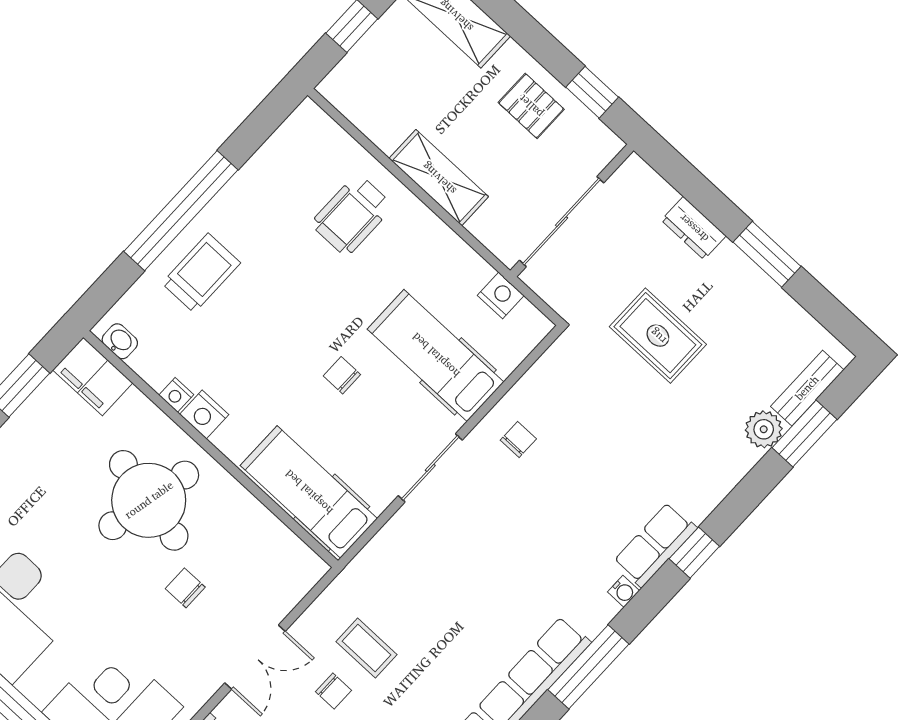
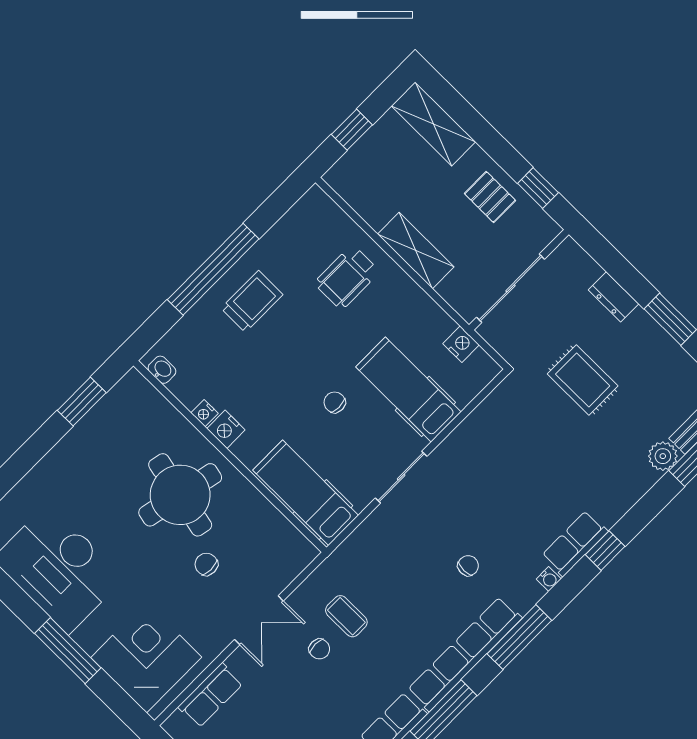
trolley: (201, 273) -> (252, 301), moved
filing cabinet: (93, 376) -> (140, 396), removed
chair: (518, 440) -> (468, 566), moved

